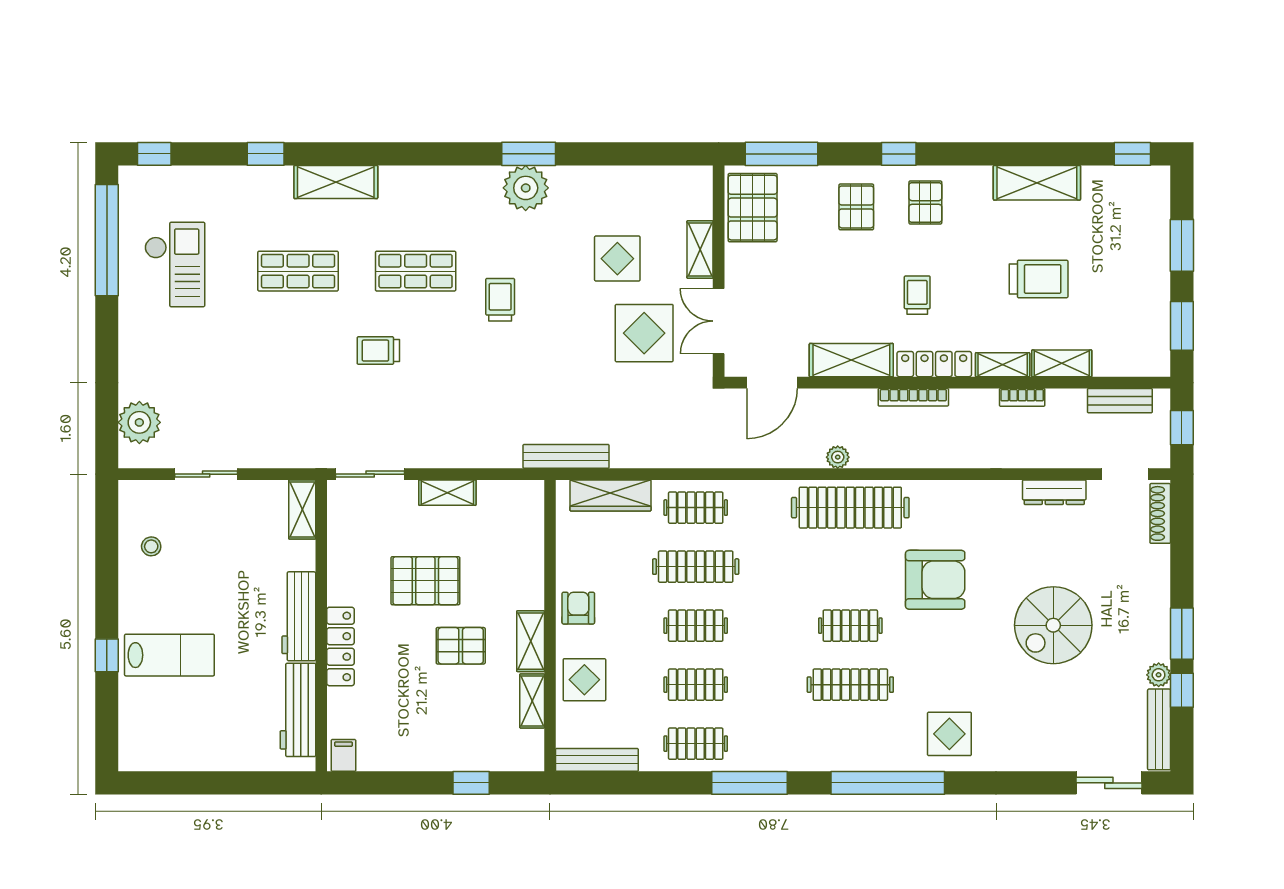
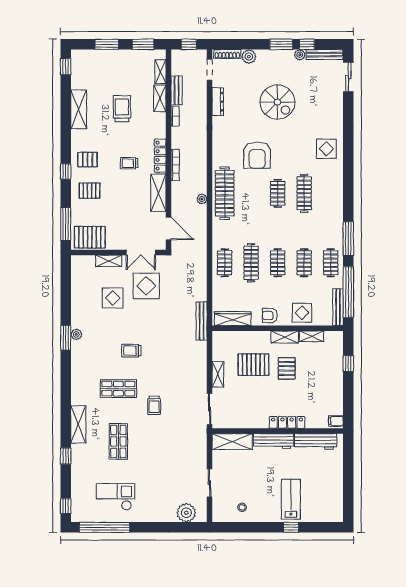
plant: (526, 188) -> (76, 334), width x0.53, depth x0.53
shop shelf: (416, 271) -> (118, 389), turned 90
shelving: (1003, 365) -> (160, 72), moved
bench: (1120, 401) -> (177, 90), moved
wardrobe: (610, 495) -> (233, 319), moved, turned -90
shelving: (302, 509) -> (232, 442), width x1.50, depth x1.33
plant: (1155, 562) -> (249, 57), added
armchair: (935, 580) -> (257, 155), turned 180
pallet: (425, 581) -> (254, 365), moved, turned 90
window: (888, 783) -> (348, 292), moved

